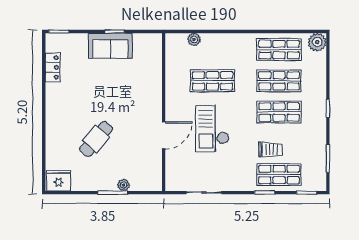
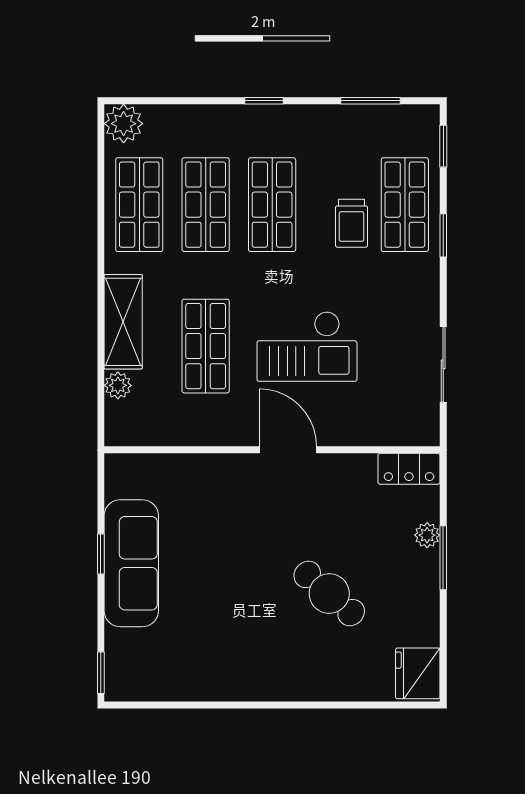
shelving: (224, 42) -> (123, 322), added
sofa: (110, 46) -> (131, 563), width x1.36
locker: (53, 67) -> (409, 469), moved, turned 180
door: (164, 135) -> (288, 450), moved
trolley: (270, 149) -> (351, 223), turned 180

